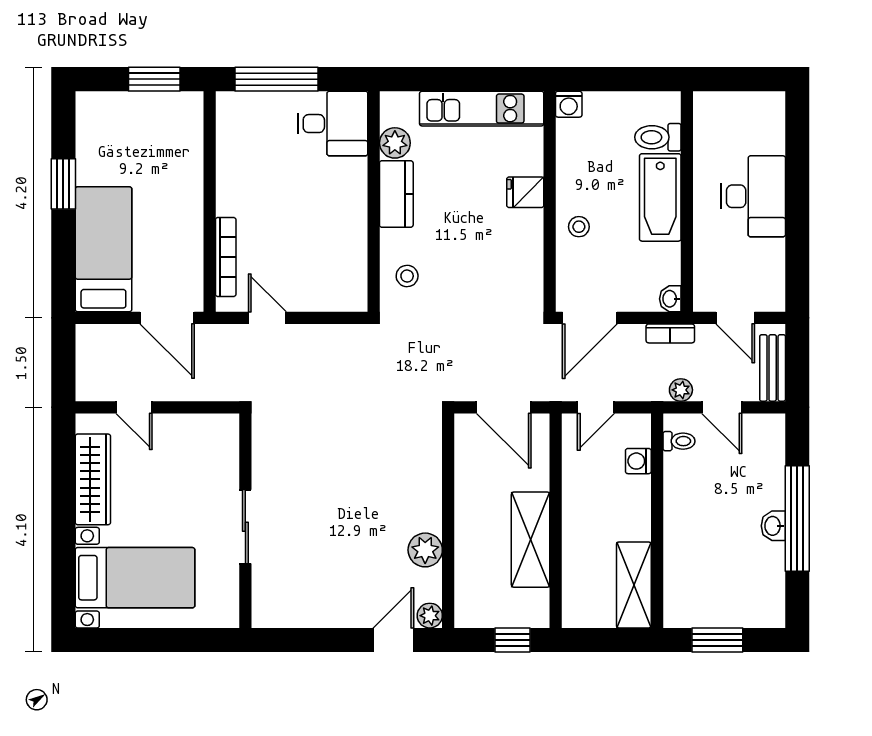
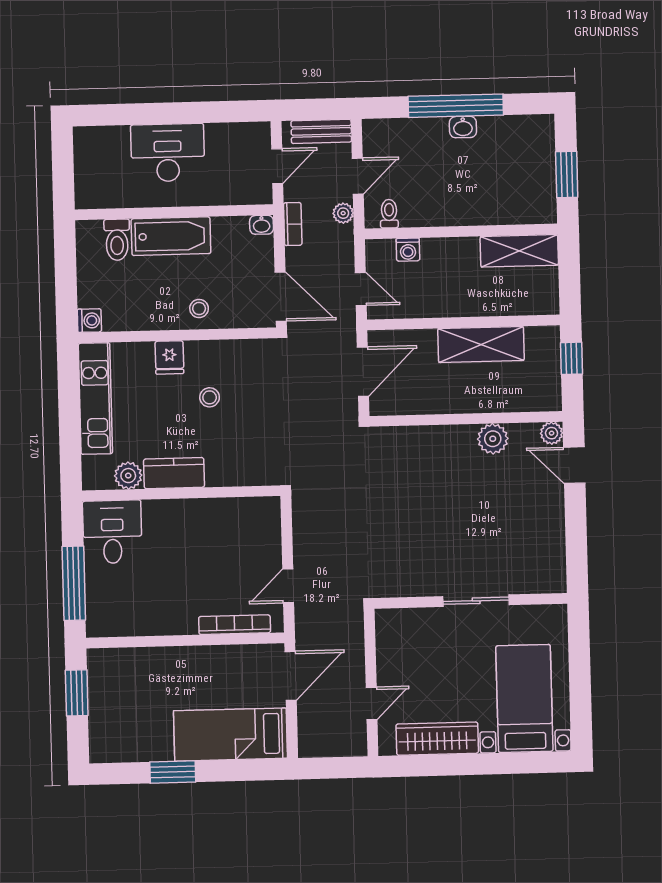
stool: (407, 276) -> (210, 397), moved

